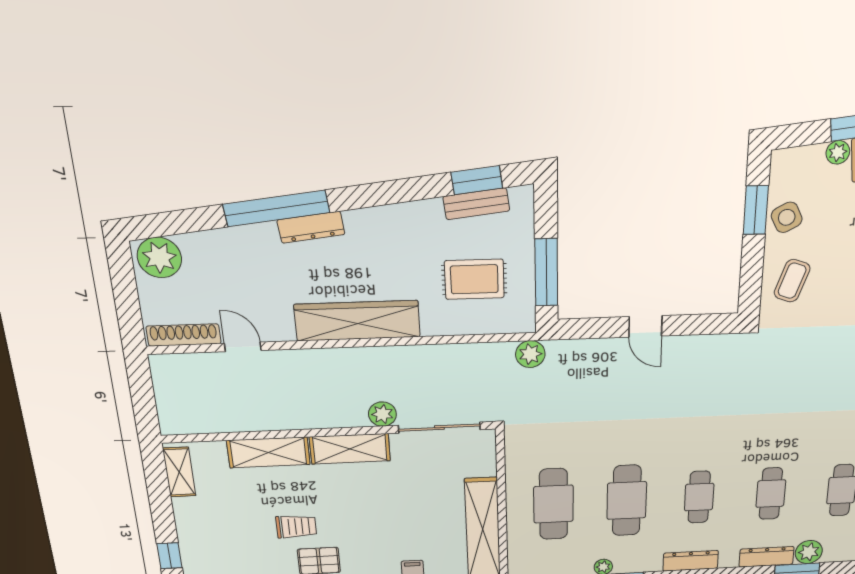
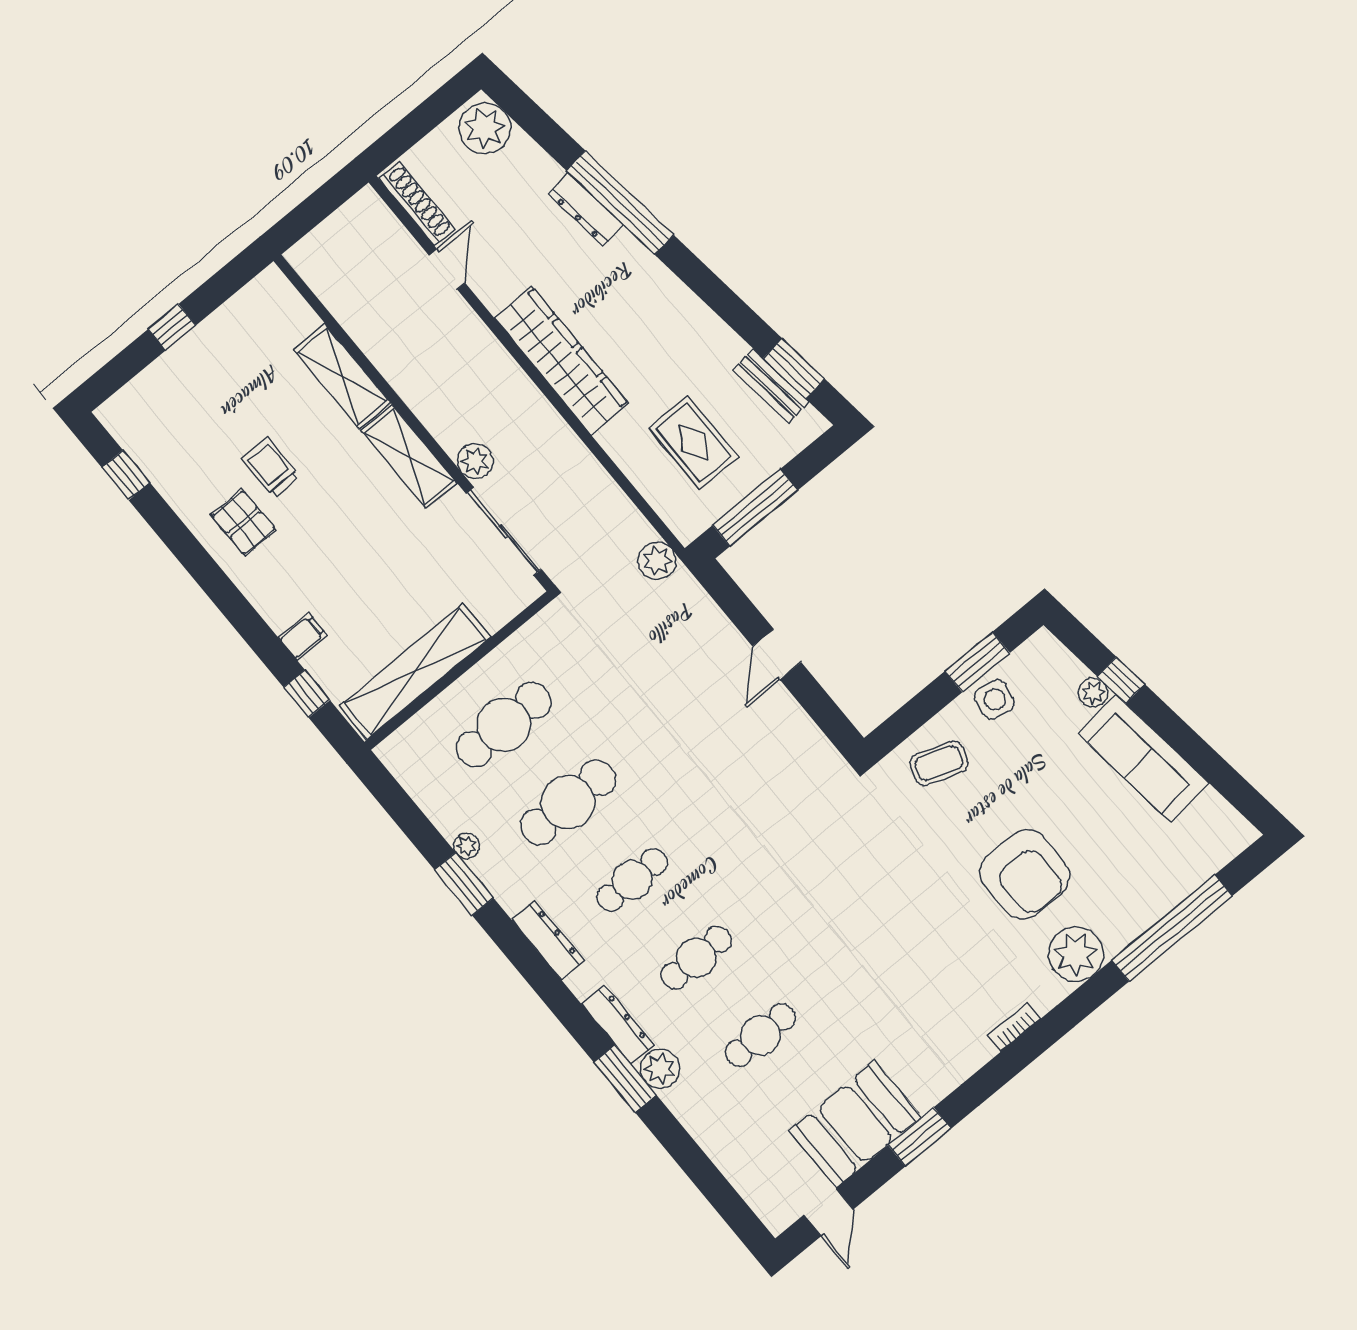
side table: (787, 217) -> (995, 699), turned 38
dresser: (311, 227) -> (586, 209), moved
shelving: (179, 472) -> (250, 301), removed
trolley: (296, 527) -> (271, 468), turned 180
window: (170, 556) -> (172, 327), moved

